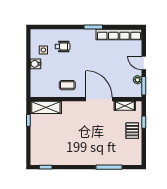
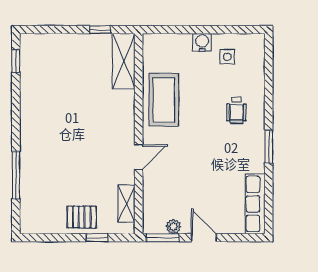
row of seats: (119, 34) -> (255, 204), width x0.73
wheelchair: (63, 46) -> (236, 110), moved
door: (144, 63) -> (204, 238), hinge flipped
coffee table: (67, 85) -> (164, 100), width x1.86, depth x1.72
door: (99, 99) -> (139, 157), width x0.53

